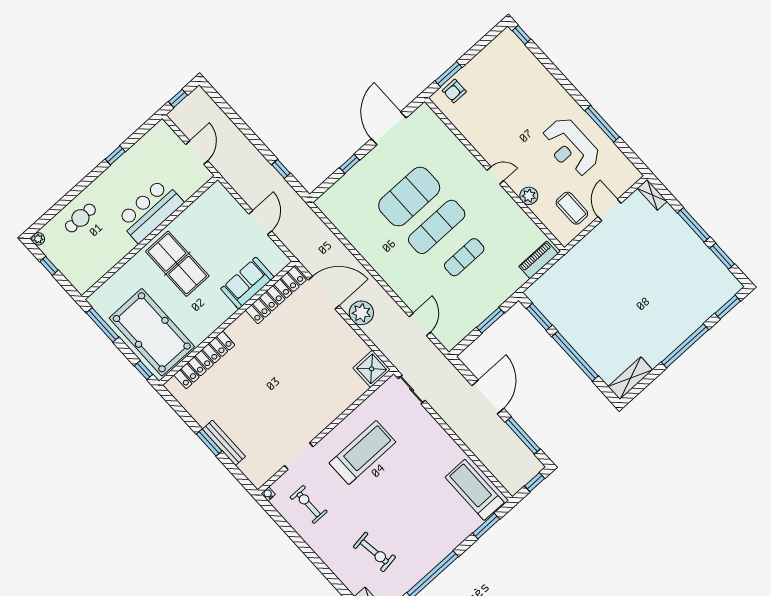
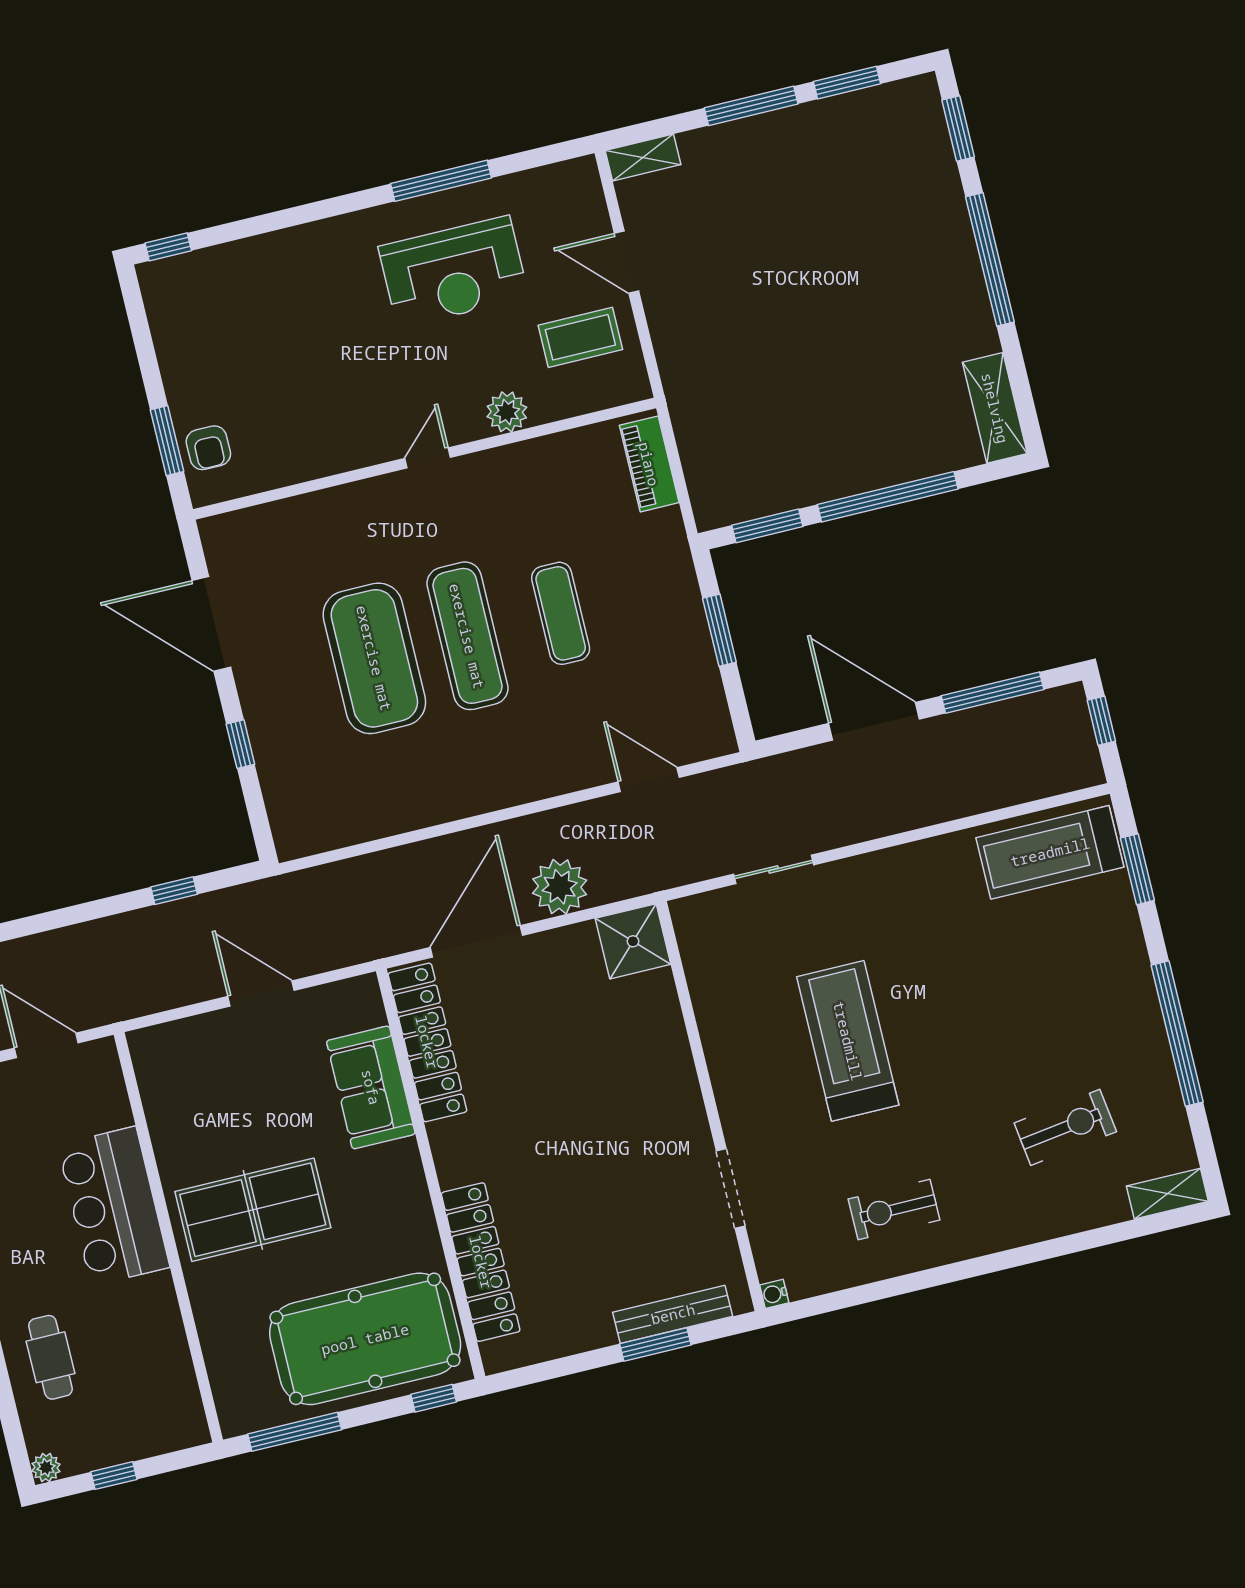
shower: (372, 369) -> (633, 941), moved
wall: (326, 432) -> (711, 1106), moved
doorway: (299, 456) -> (731, 1188), moved
water cooler: (268, 494) -> (774, 1294), moved

